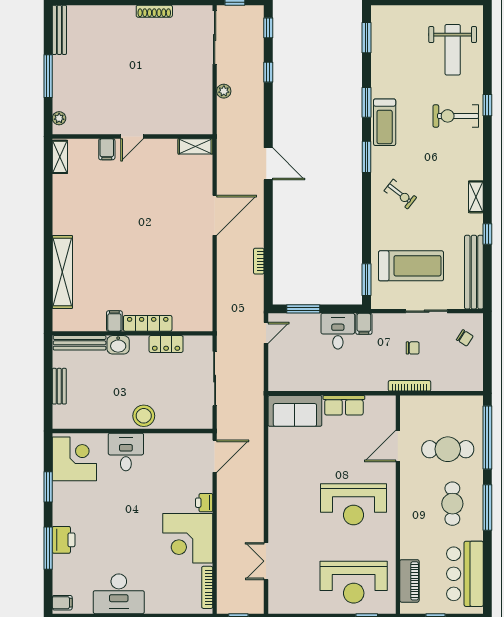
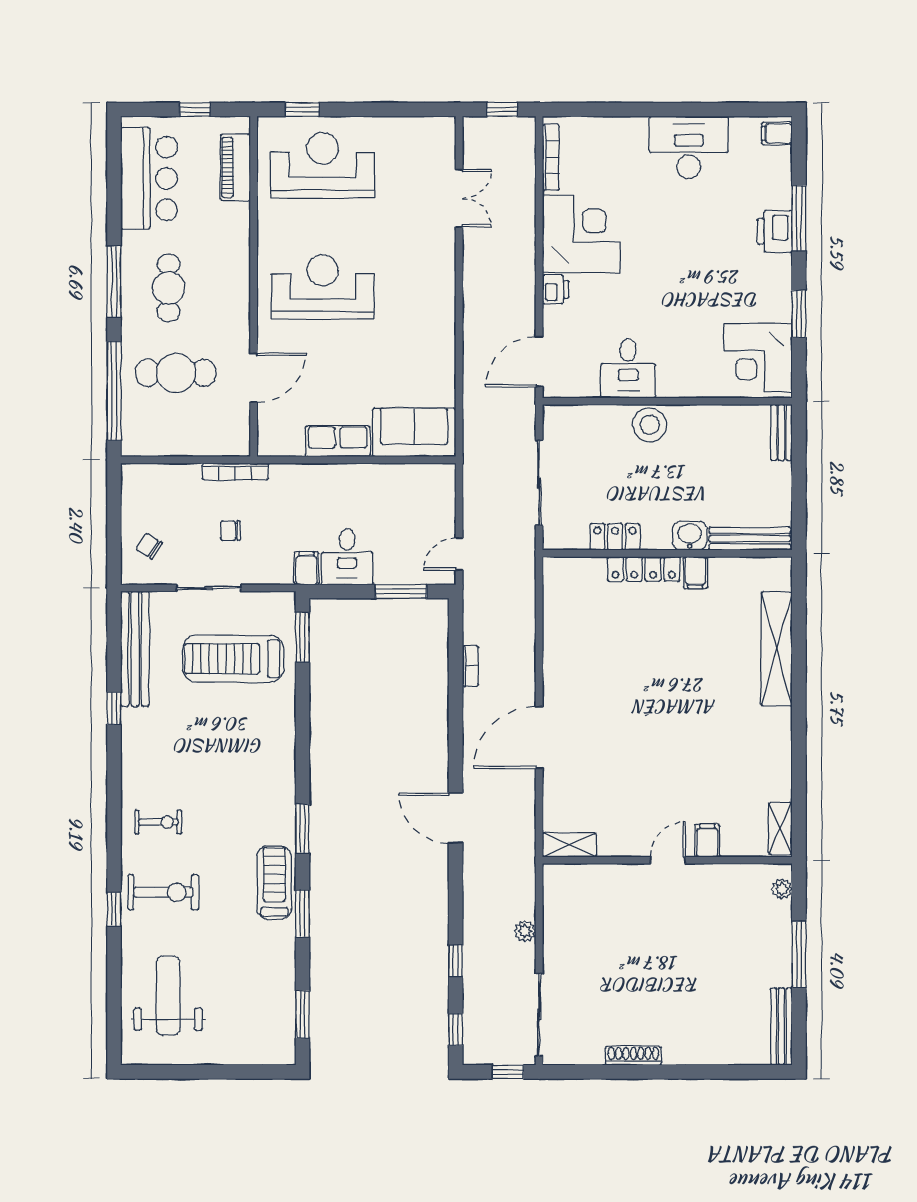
exercise bike: (400, 194) -> (158, 822), moved, turned 142
shelving: (476, 197) -> (132, 766), removed
bench: (59, 386) -> (781, 432), moved
desk: (126, 452) -> (628, 368), moved

